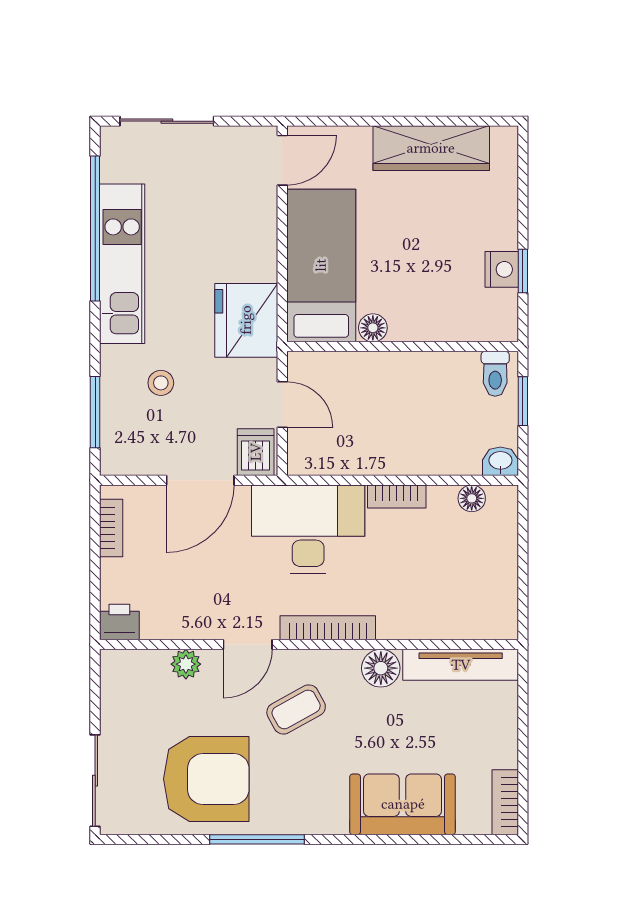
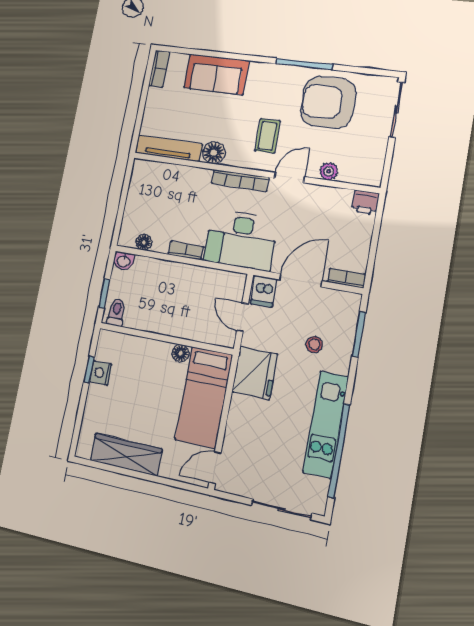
bookcase: (111, 528) -> (347, 278), moved, turned 90
coffee table: (296, 709) -> (267, 136), turned -61

